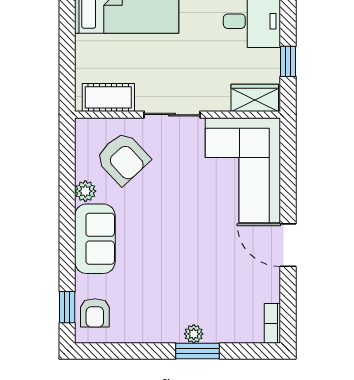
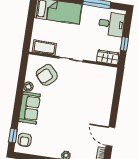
armchair: (123, 158) -> (47, 75), turned 92
corner sofa: (243, 170) -> (98, 88), removed
door: (288, 245) -> (110, 136), moved

